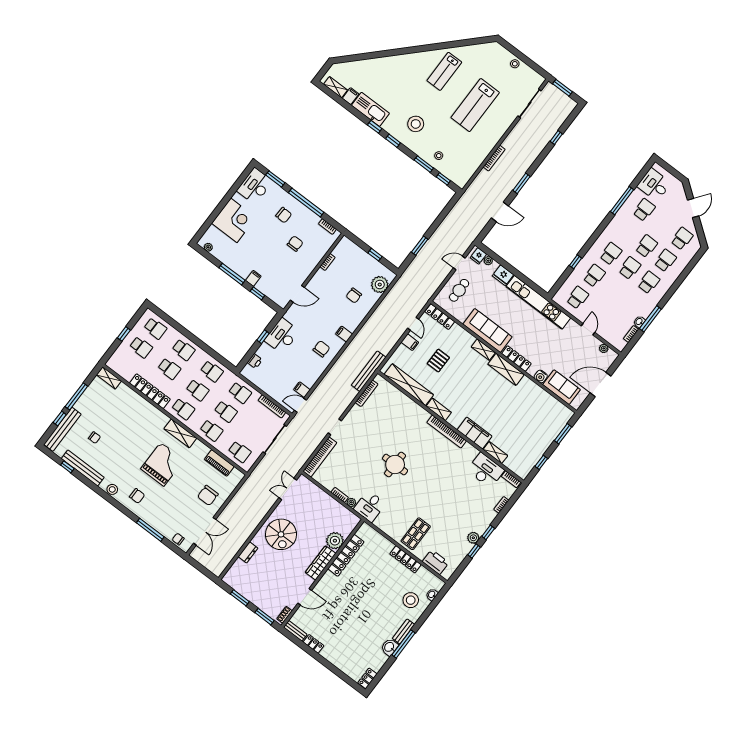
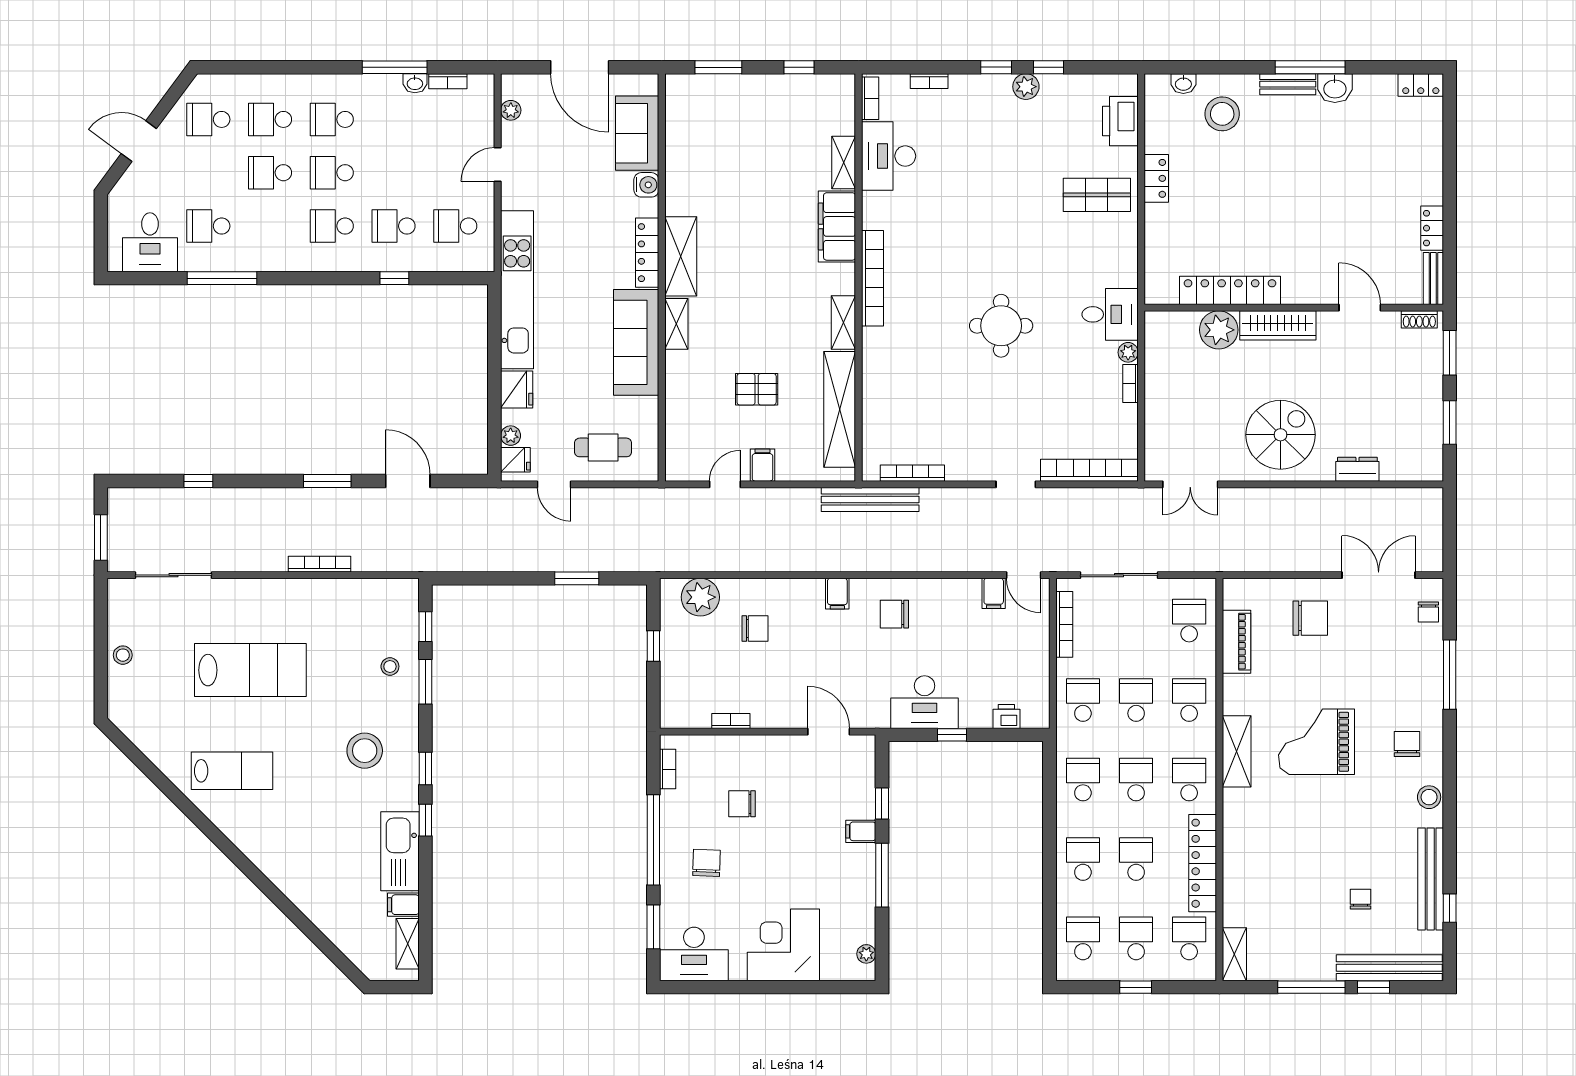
locker: (440, 317) -> (676, 446), removed
school desk: (127, 366) -> (1189, 938), added
locker: (406, 559) -> (1156, 178), width x0.66

